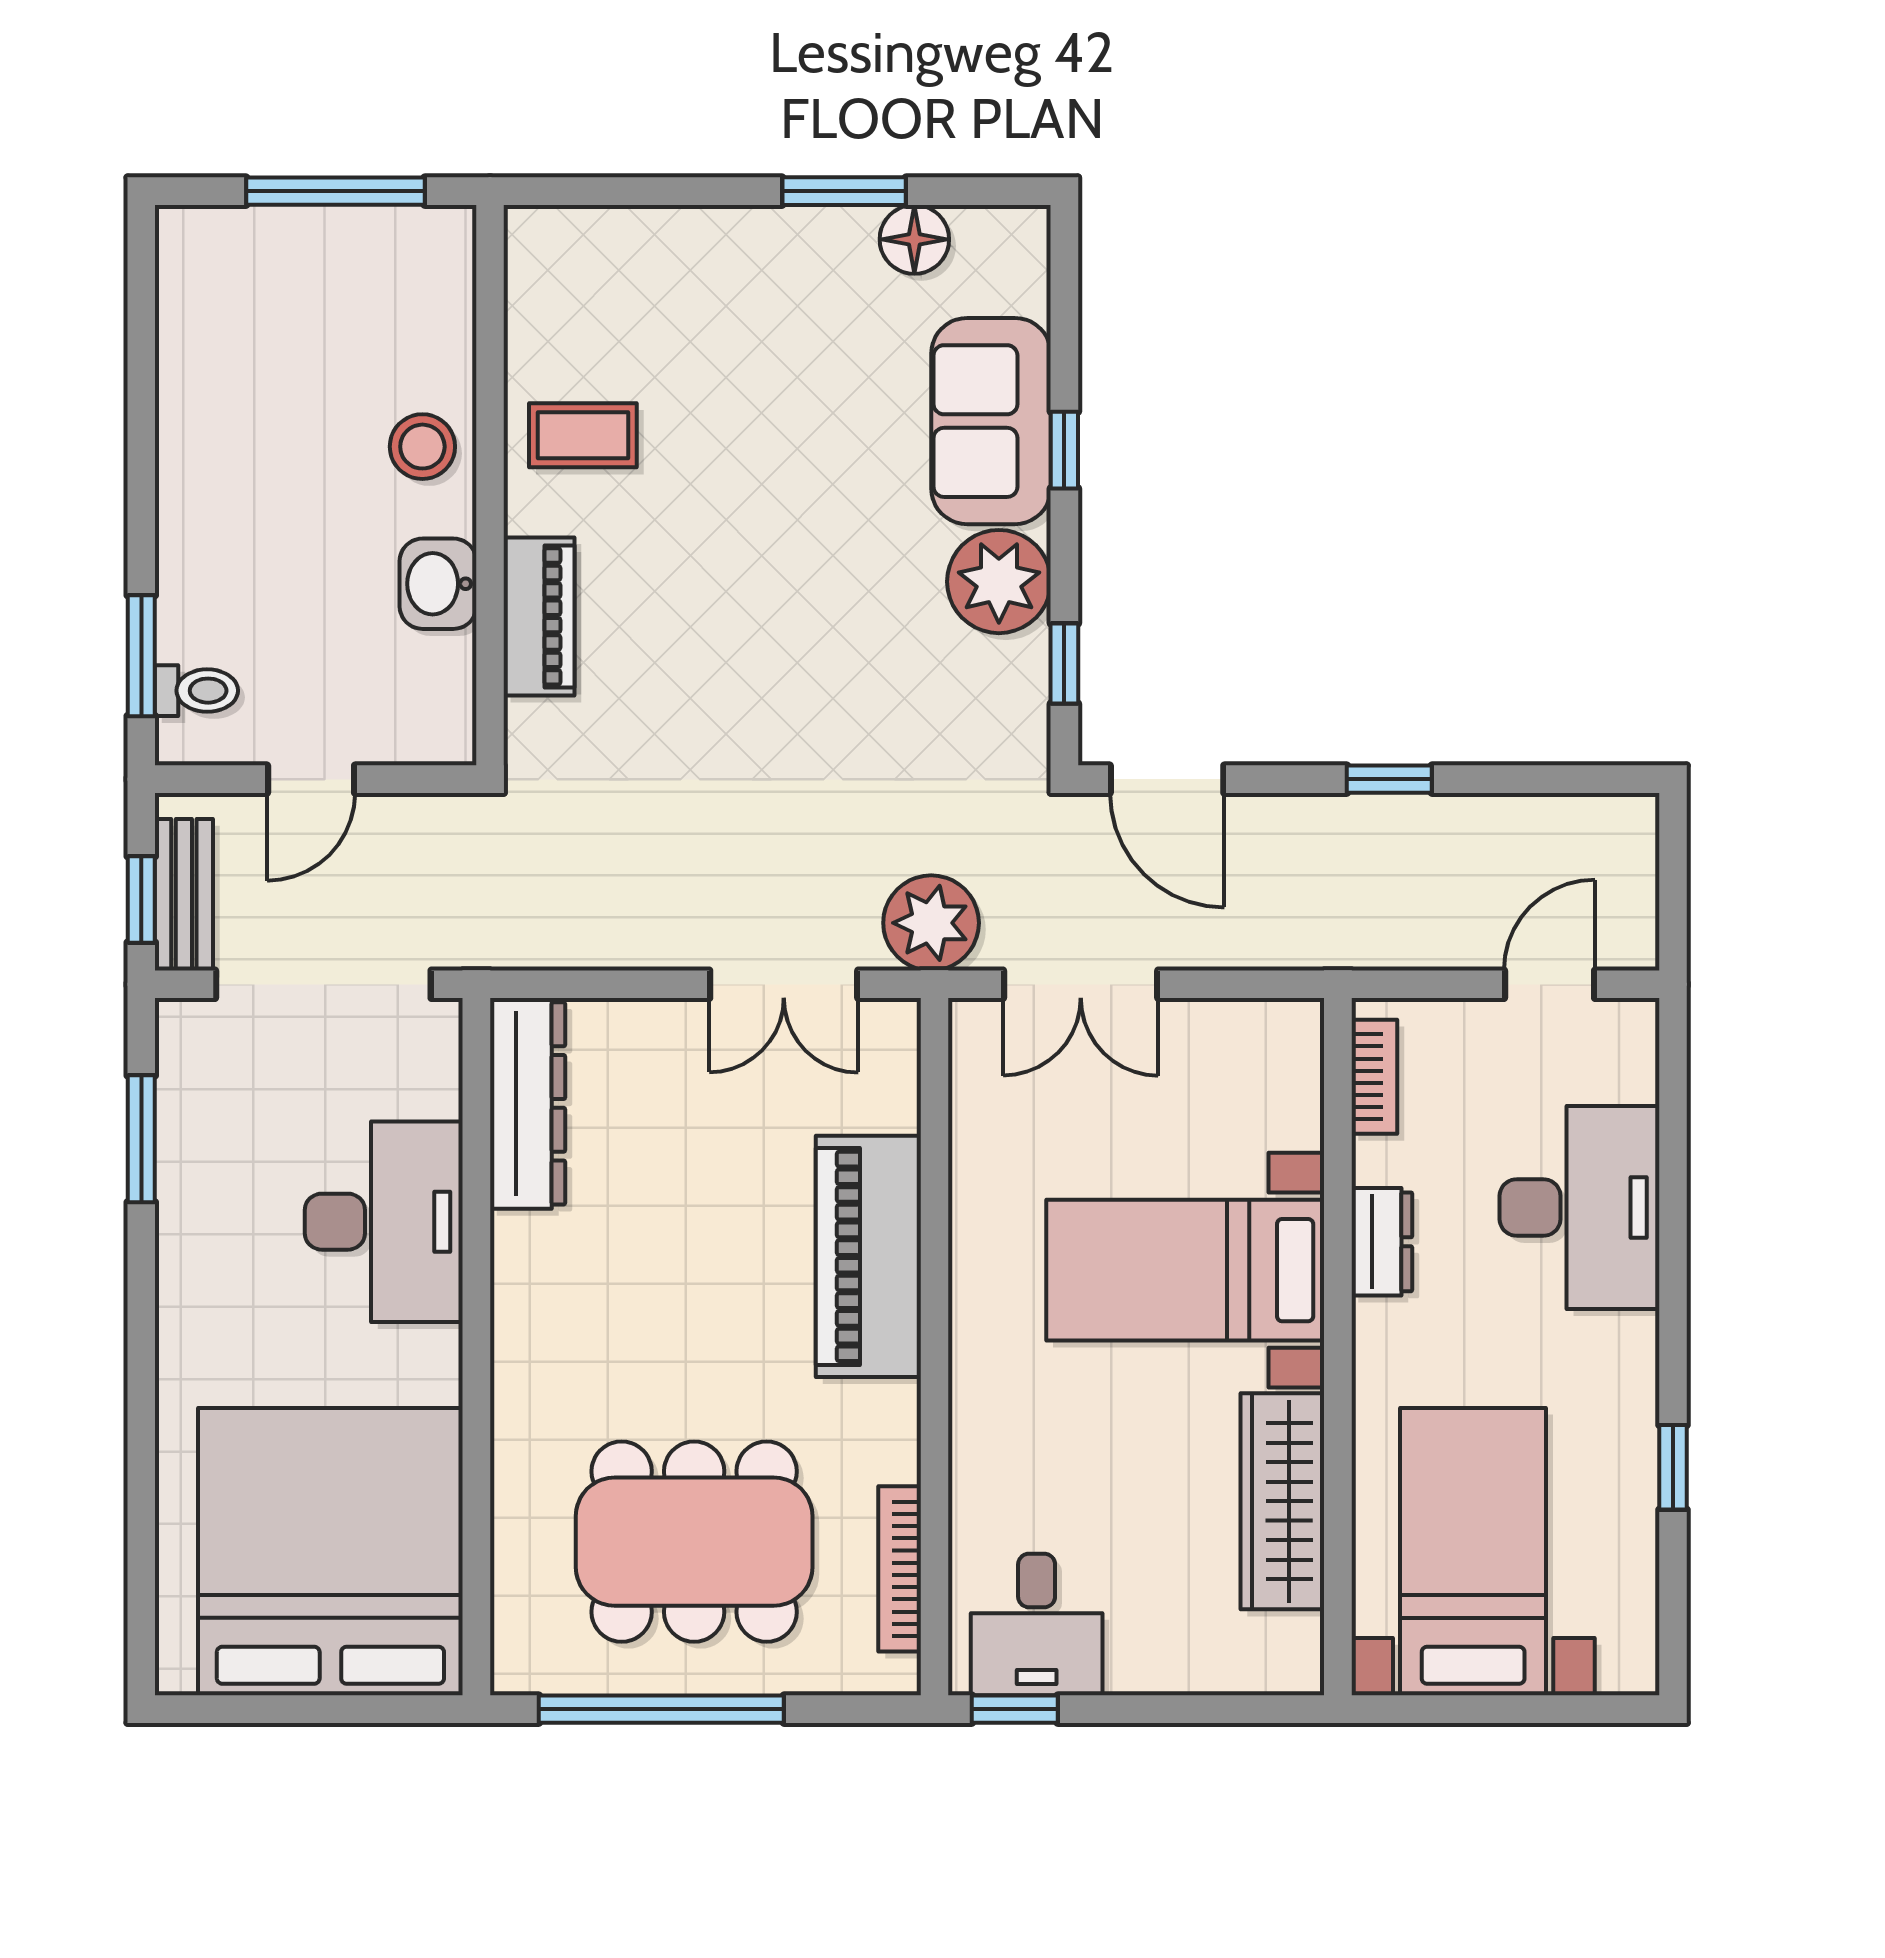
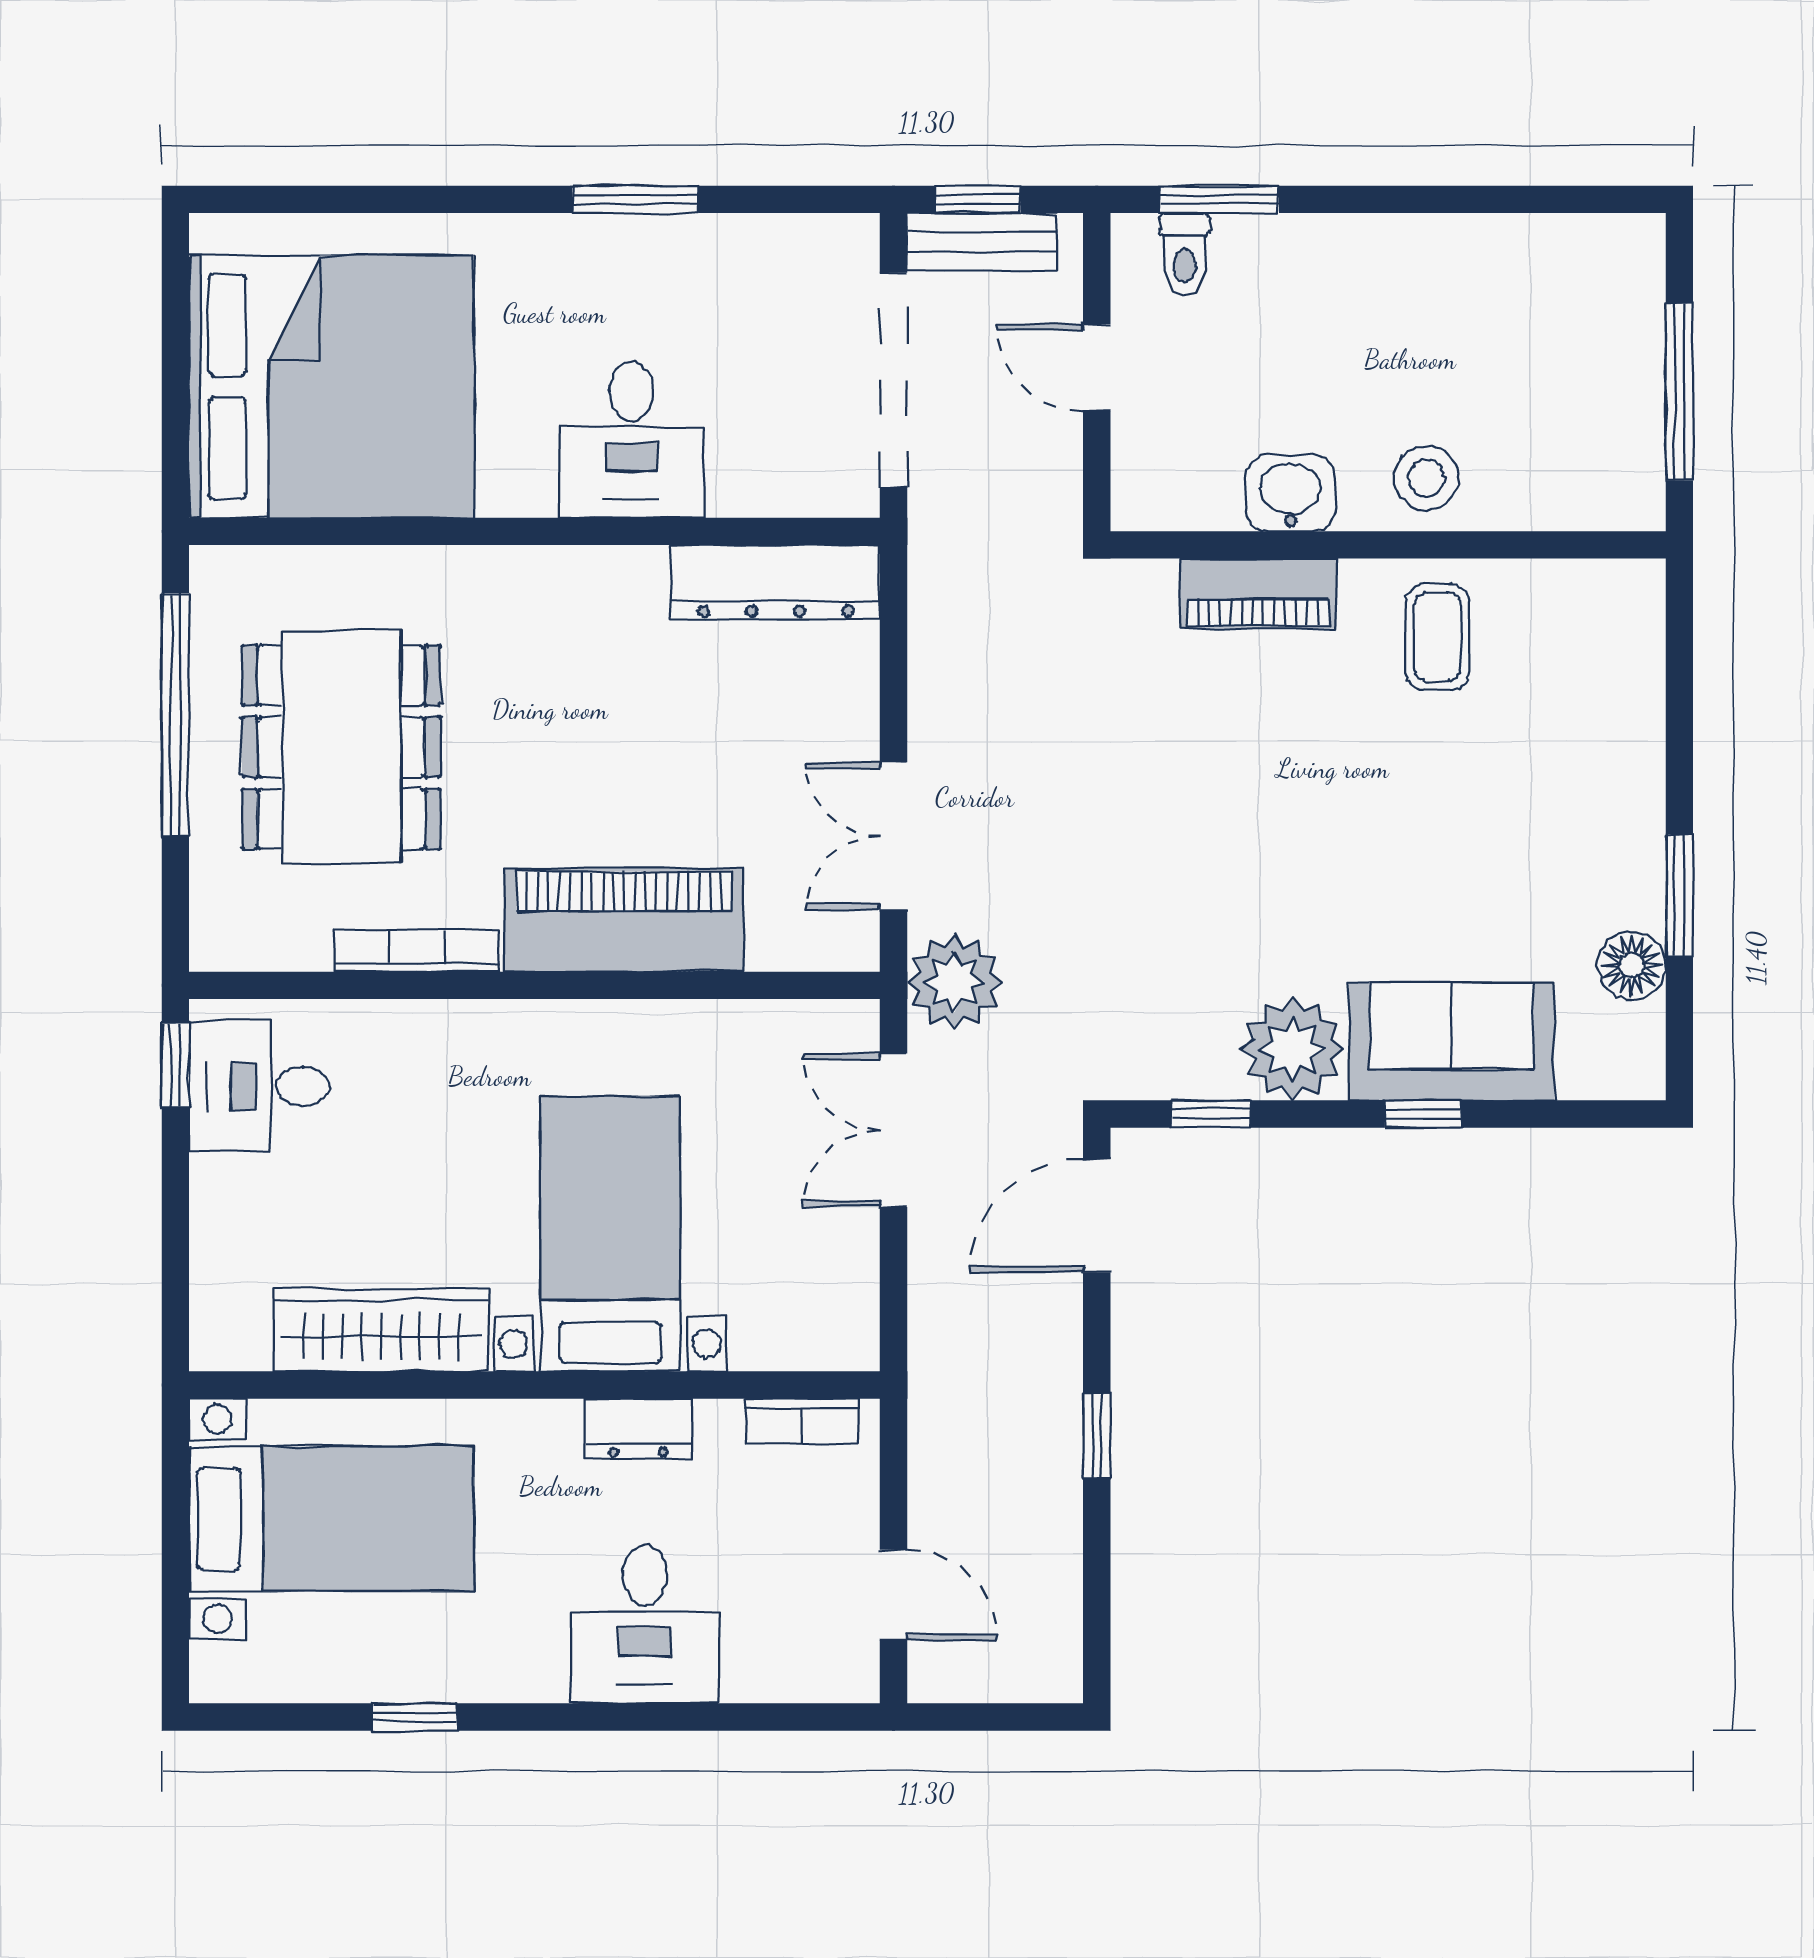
window: (141, 1139) -> (635, 199), moved
desk: (1580, 1207) -> (645, 1624), width x0.73
desk: (384, 1222) -> (631, 440), width x0.73
bookcase: (900, 1569) -> (417, 951), moved

